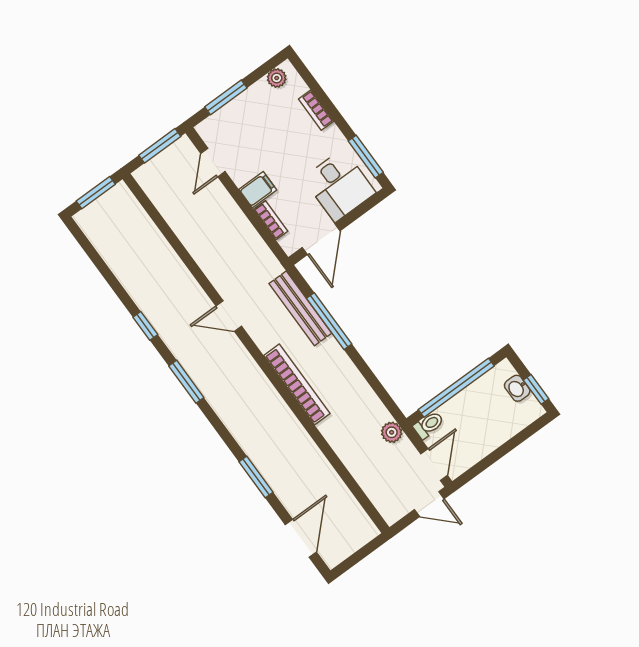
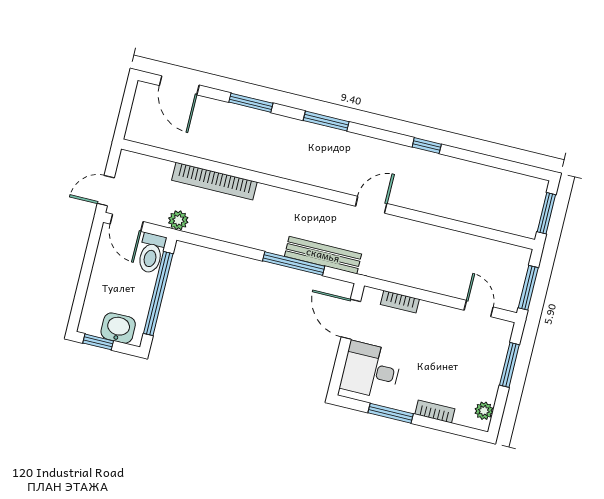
window: (366, 157) -> (391, 413), moved
filing cabinet: (258, 190) -> (428, 316), removed
window: (186, 382) -> (326, 121), moved
bookcase: (297, 384) -> (214, 181), moved
washbasin: (517, 388) -> (118, 328), width x1.38, depth x1.45
toilet: (429, 425) -> (151, 253), width x1.37, depth x1.39

